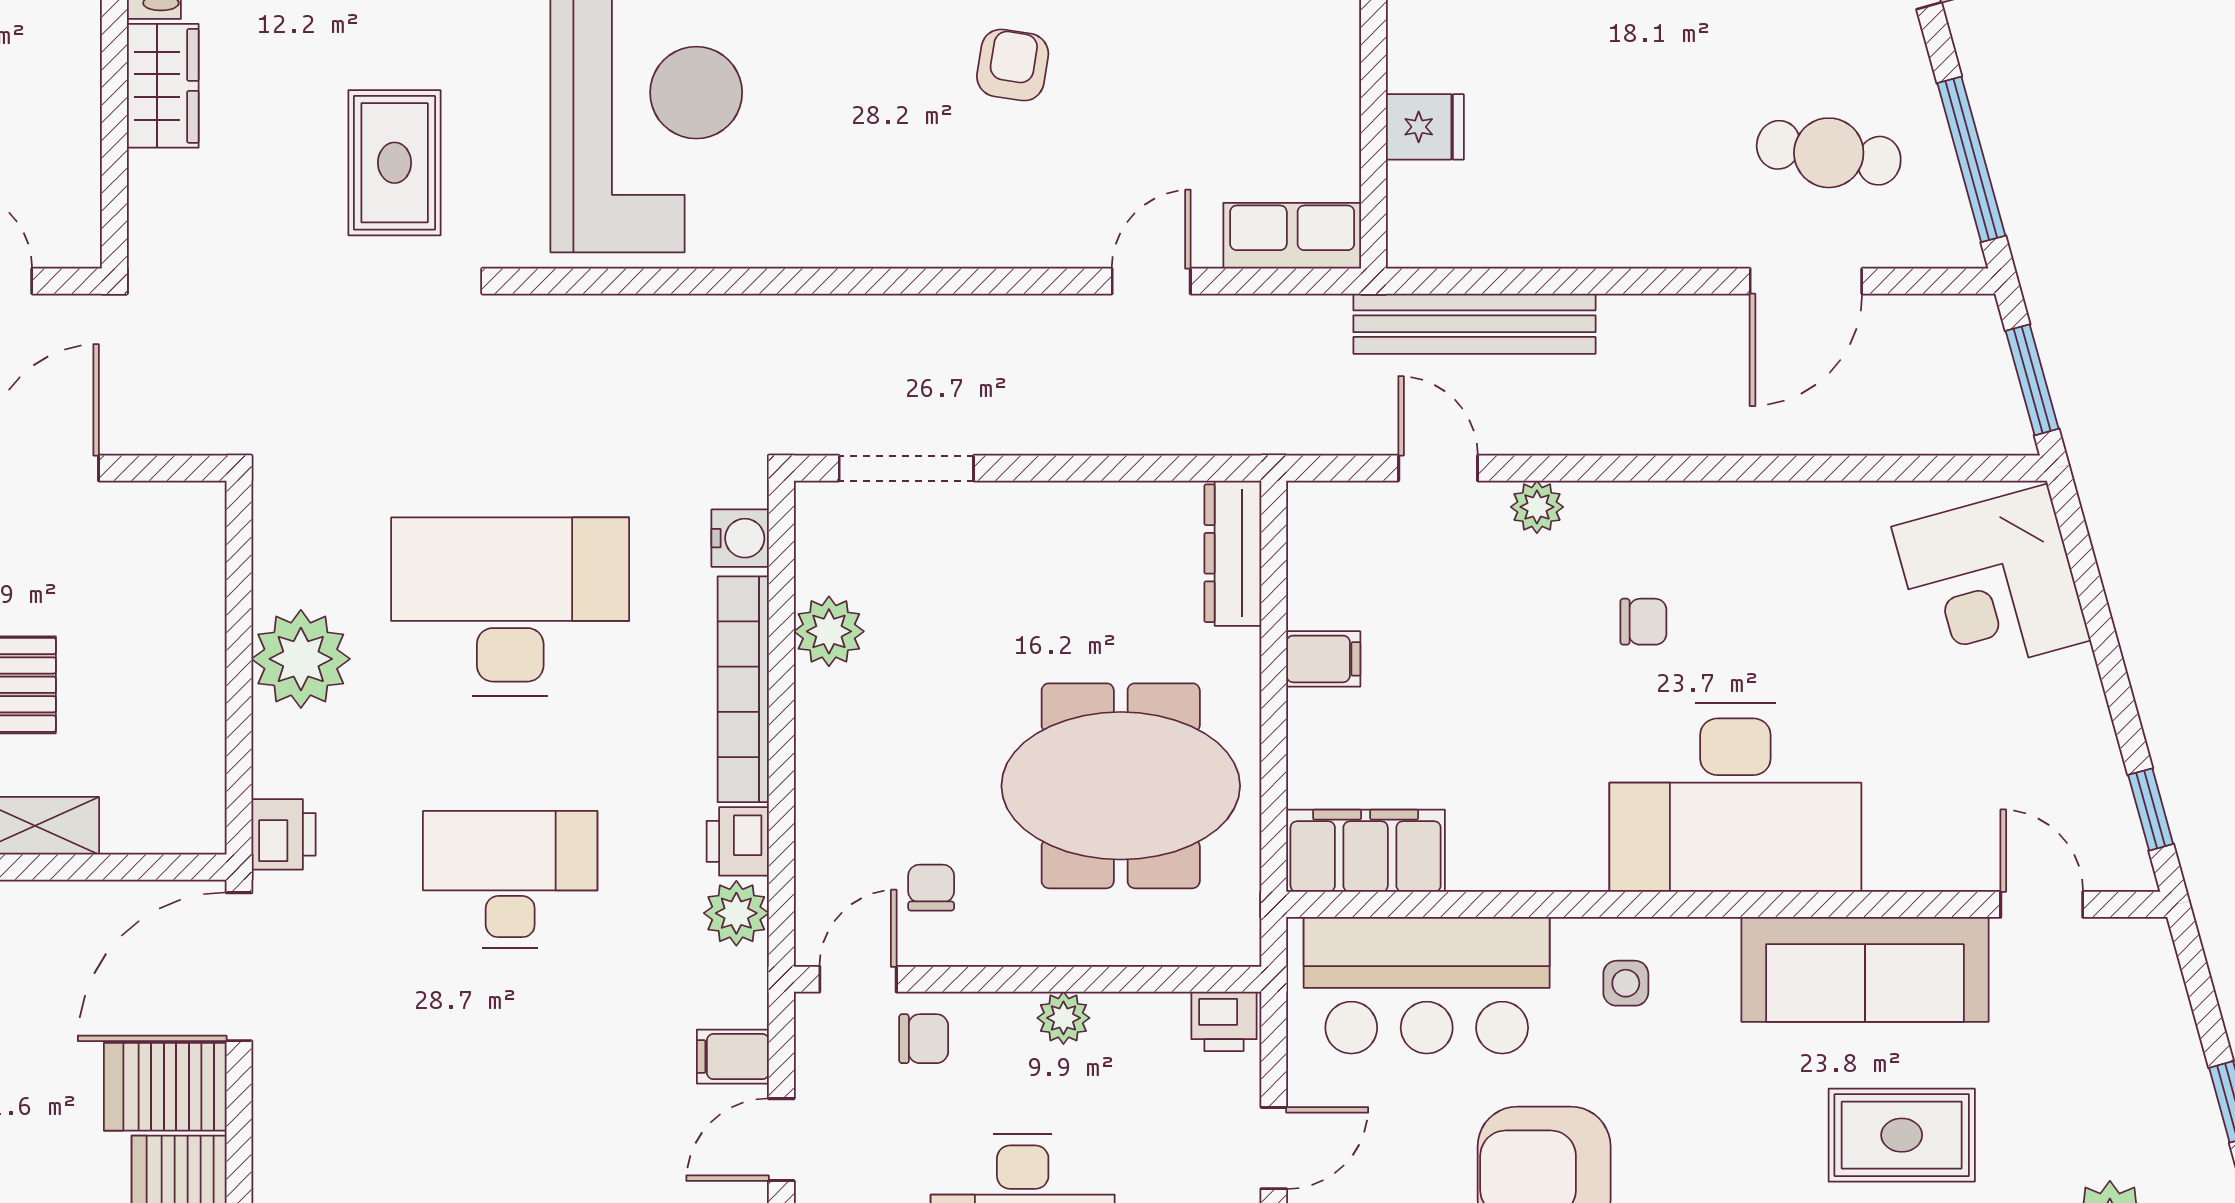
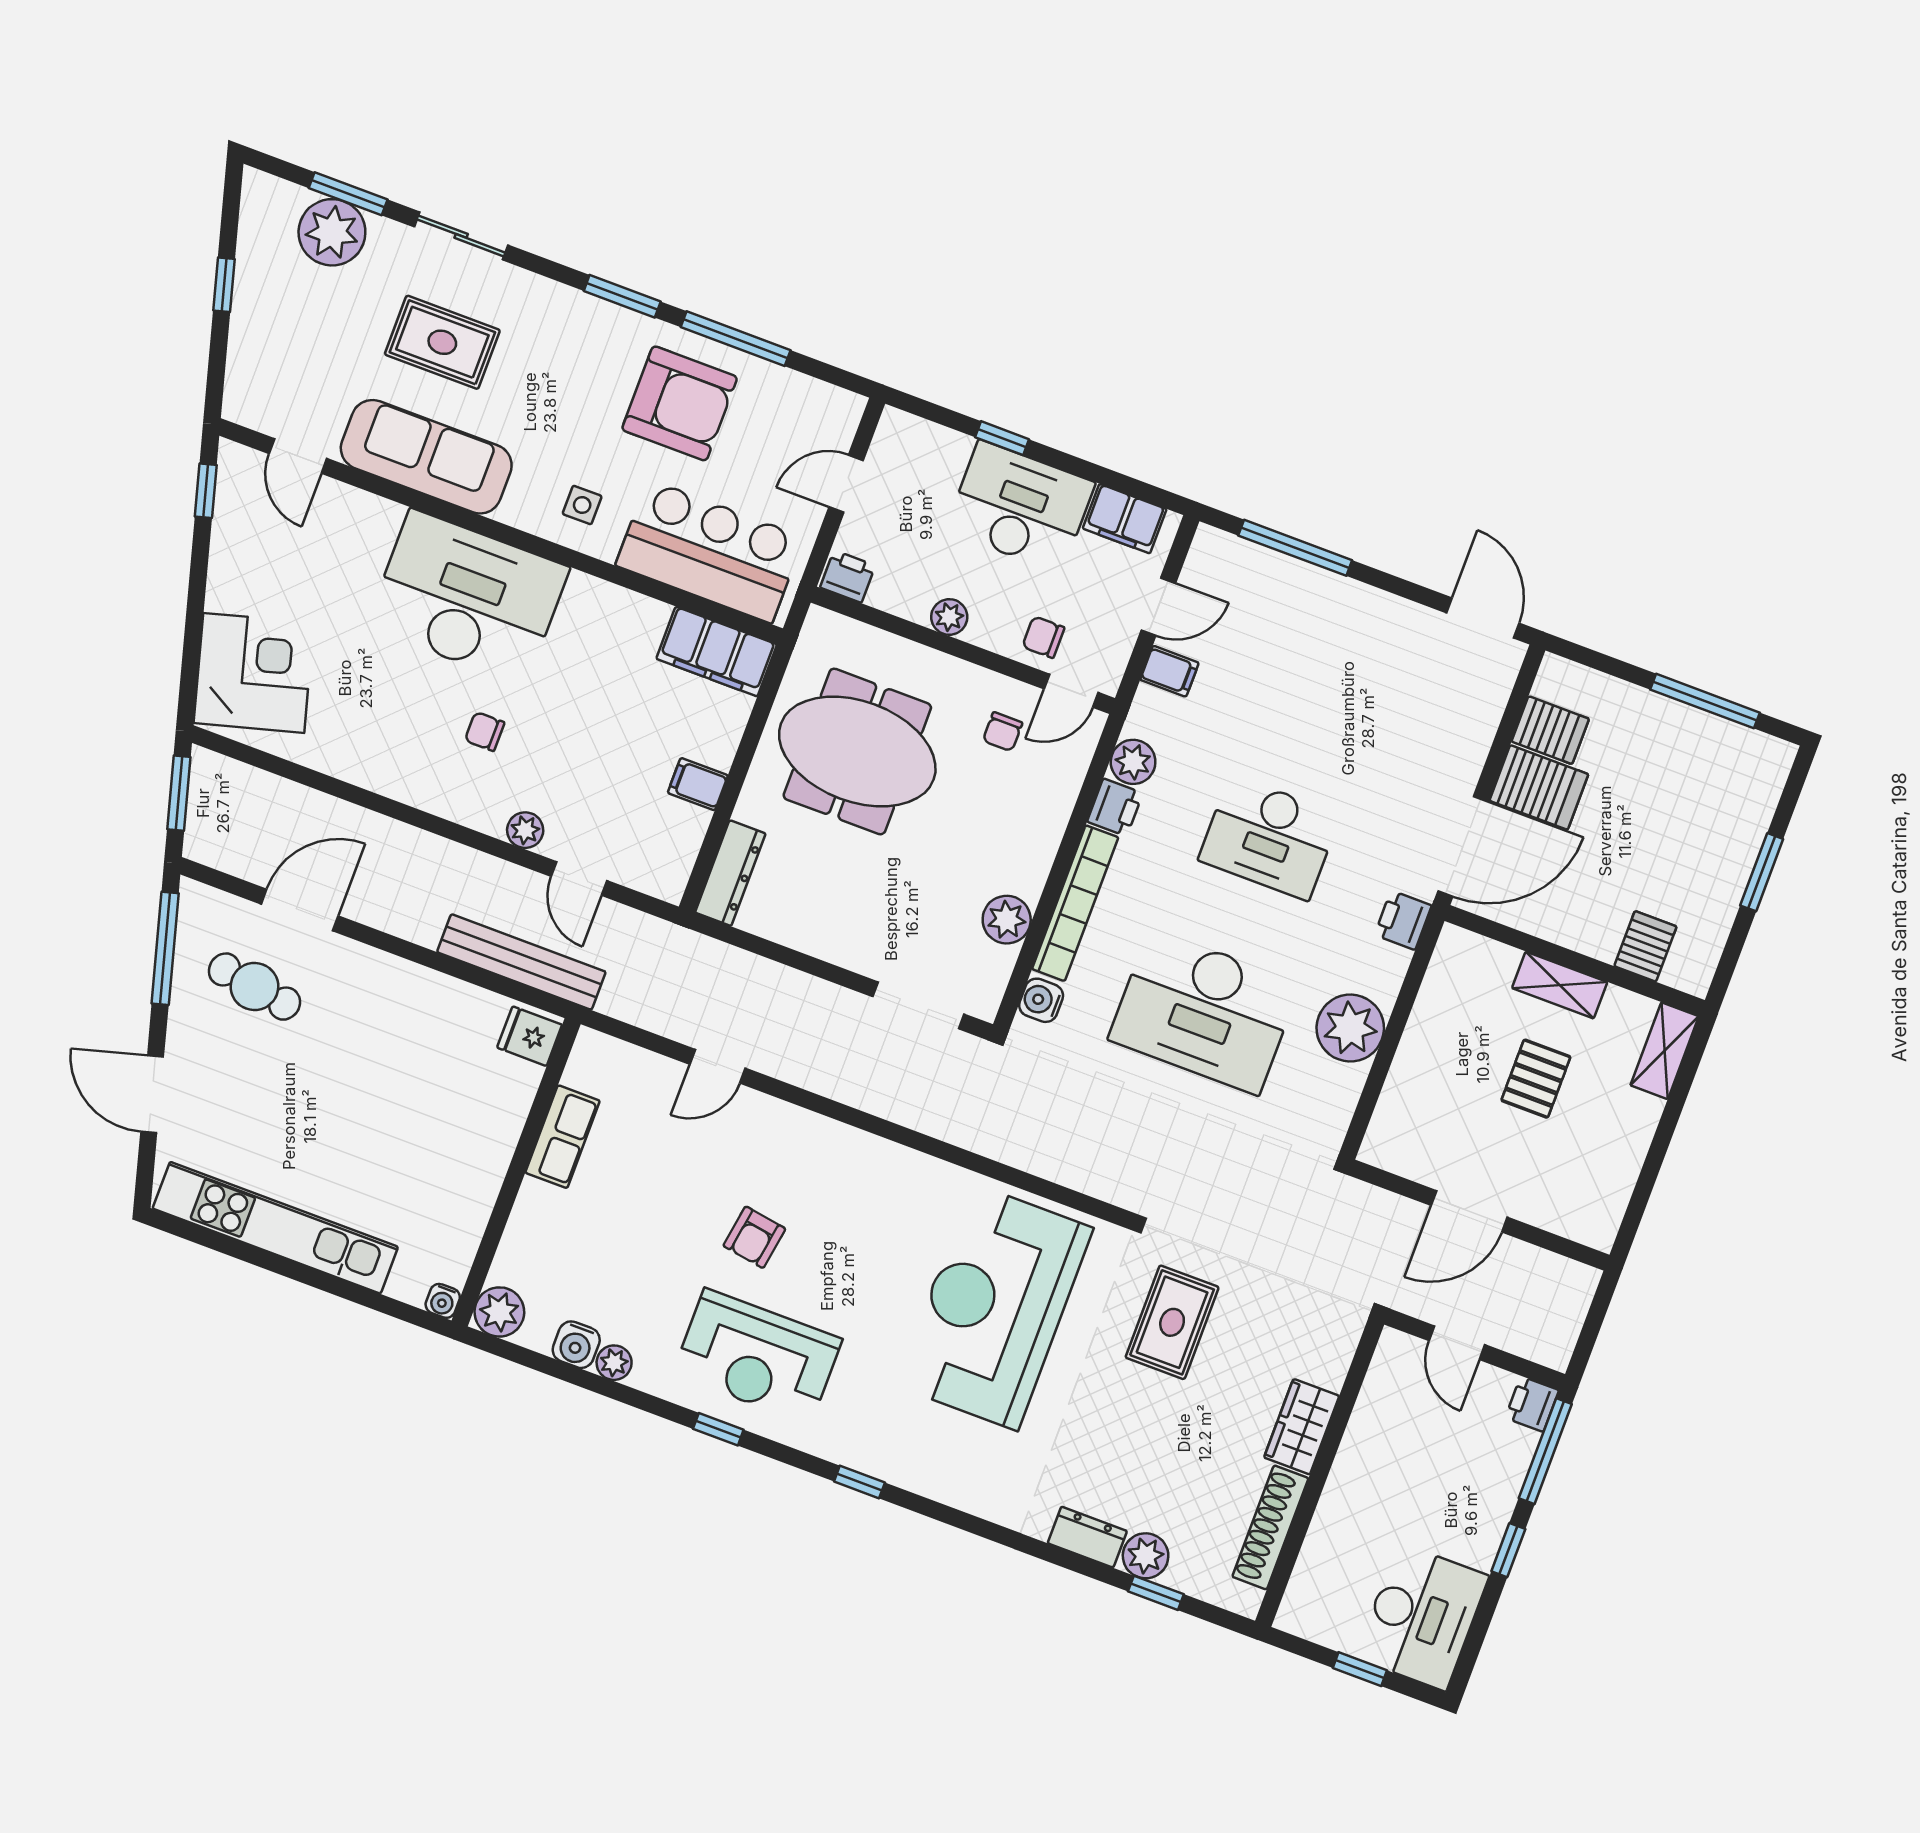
fridge: (1425, 127) -> (530, 1036), moved
row of seats: (1292, 236) -> (562, 1137), moved, turned -90

